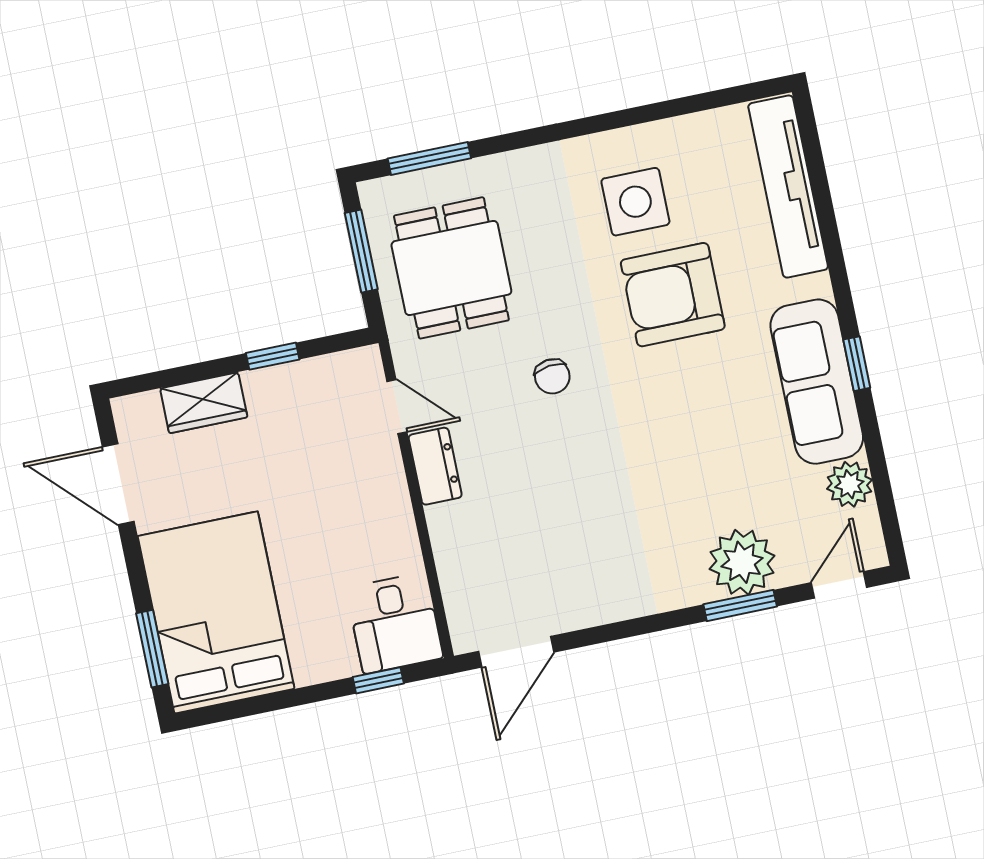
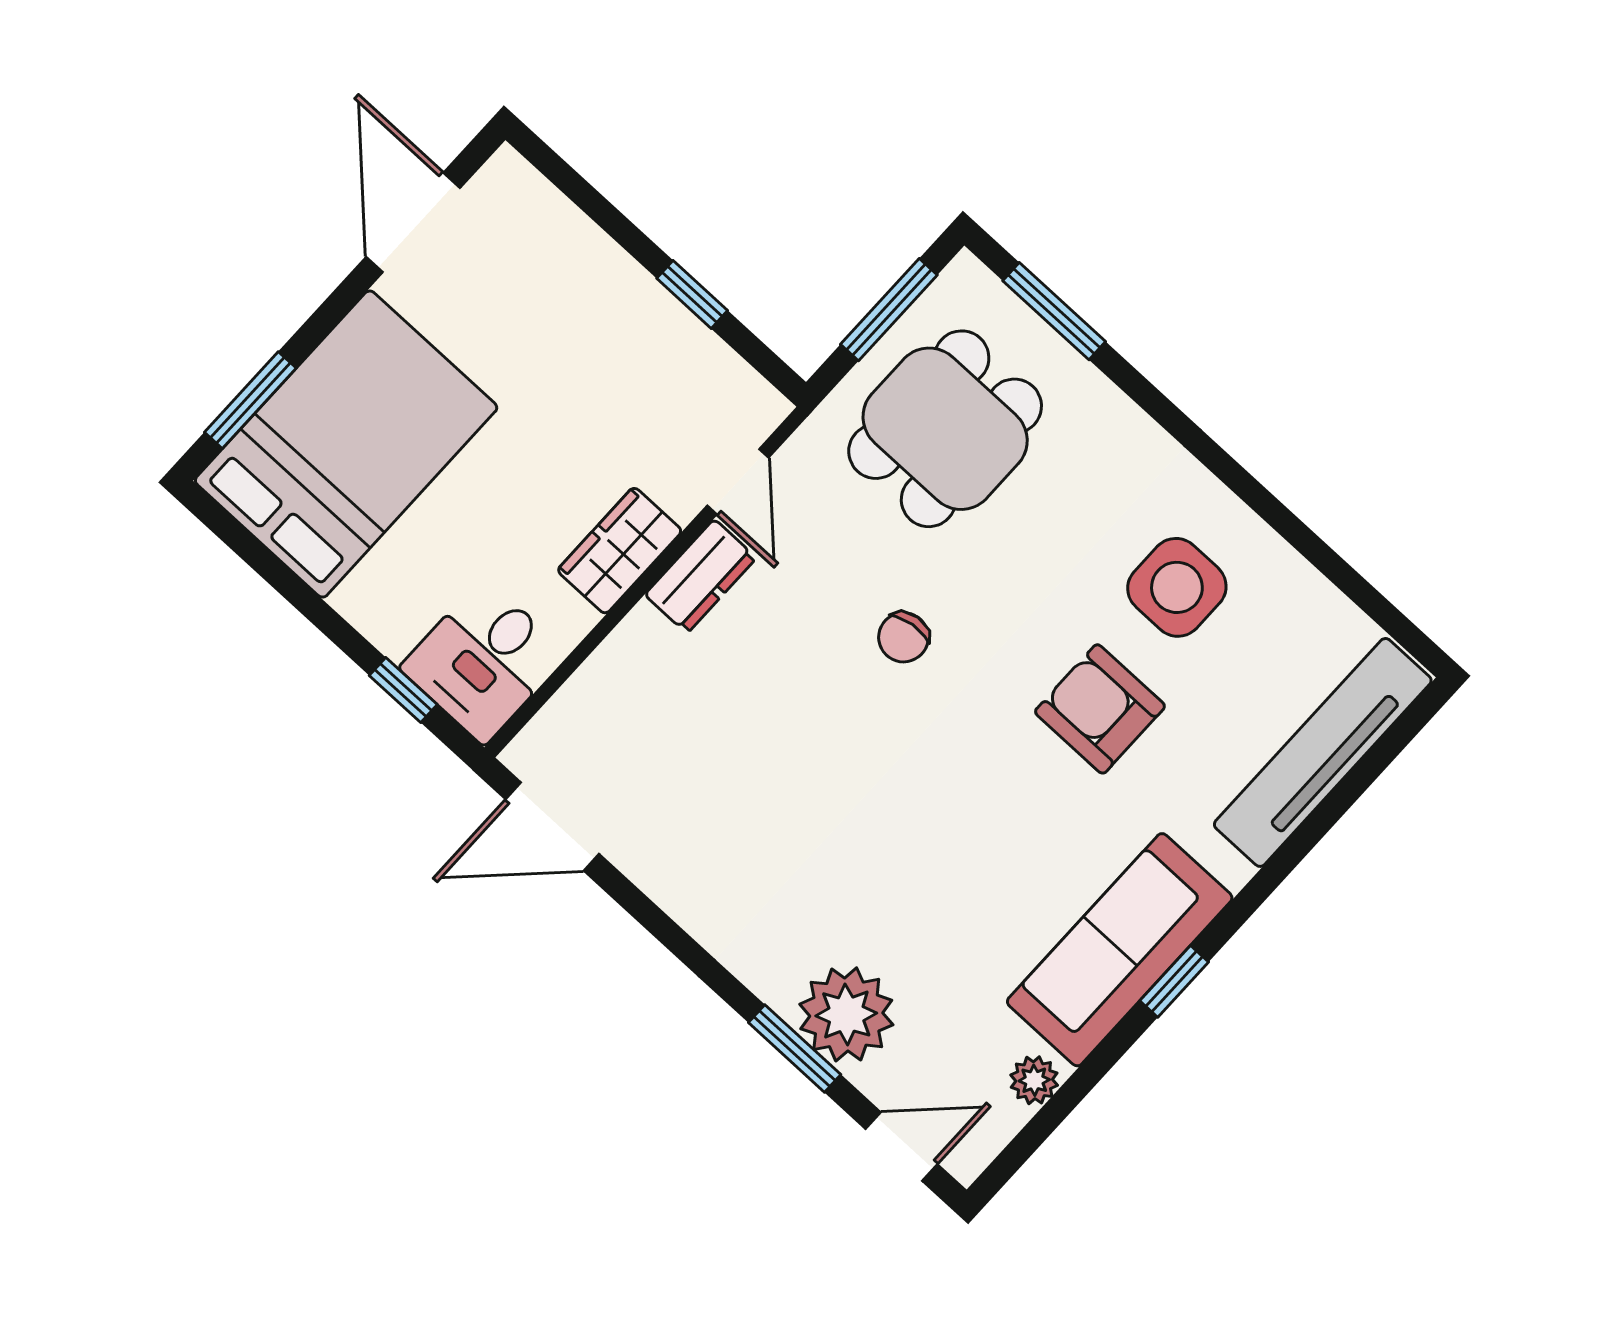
armchair: (673, 295) -> (1100, 709), width x0.73, depth x0.73
wardrobe: (204, 403) -> (620, 551), moved, turned 90
plant: (849, 484) -> (1034, 1080), width x0.73, depth x0.73

